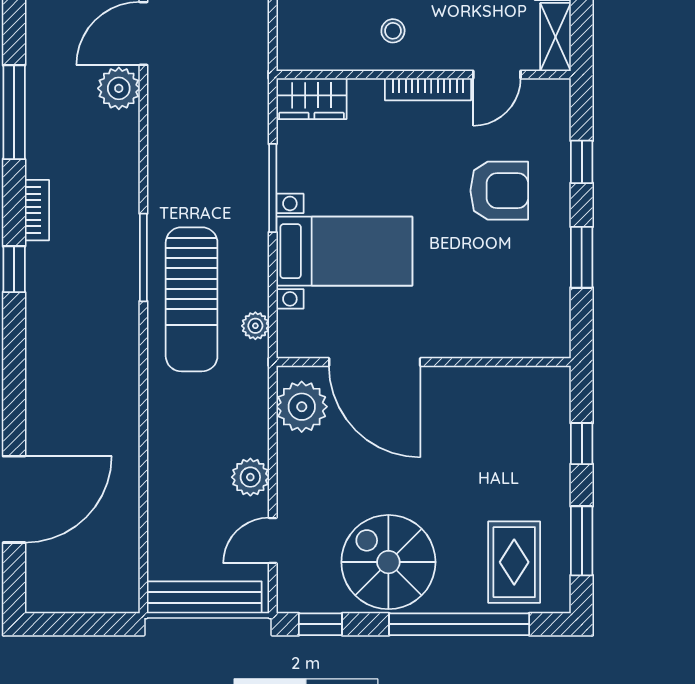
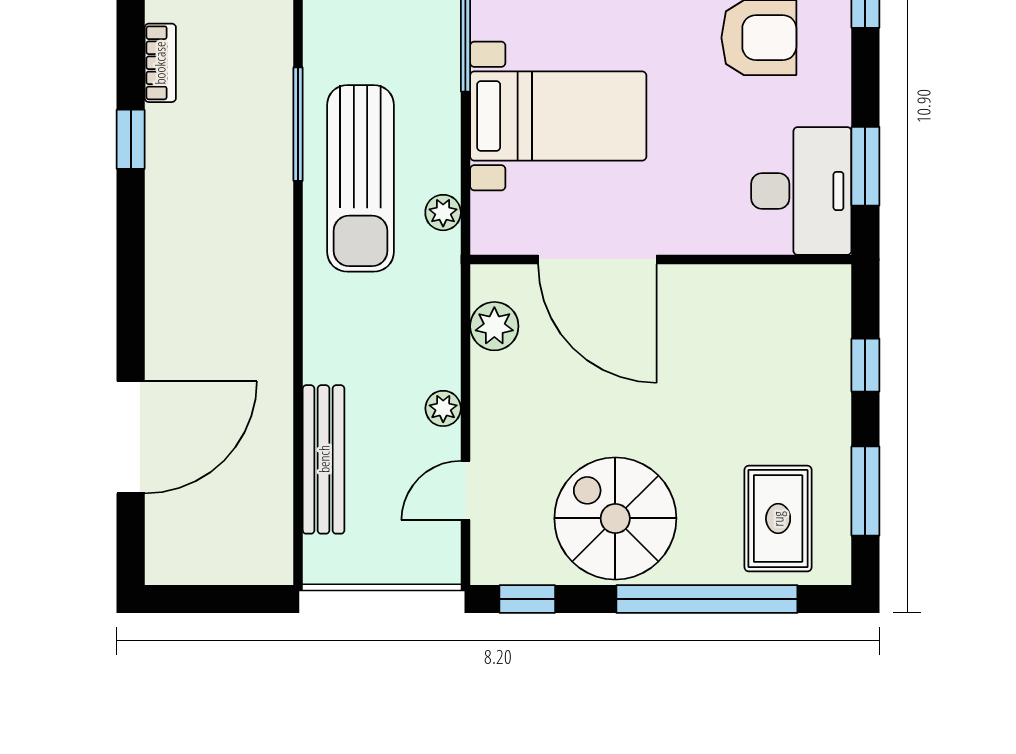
window: (582, 257) -> (865, 166), moved
desk: (532, 309) -> (801, 191), added
plant: (302, 407) -> (494, 326), width x0.73, depth x0.73
plant: (250, 477) -> (443, 408), width x0.73, depth x0.73
bench: (204, 597) -> (324, 459), moved, turned 90

